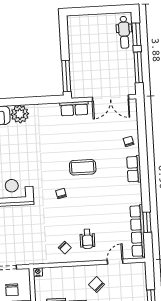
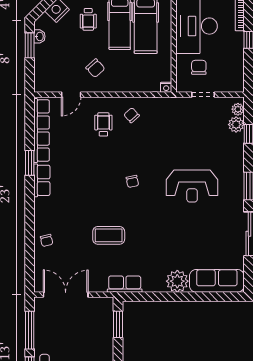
window: (66, 76) -> (118, 324), width x0.69
row of seats: (74, 109) -> (125, 284), moved
coffee table: (83, 167) -> (109, 235), moved
row of seats: (134, 169) -> (42, 180), moved
window: (147, 222) -> (30, 163), moved

